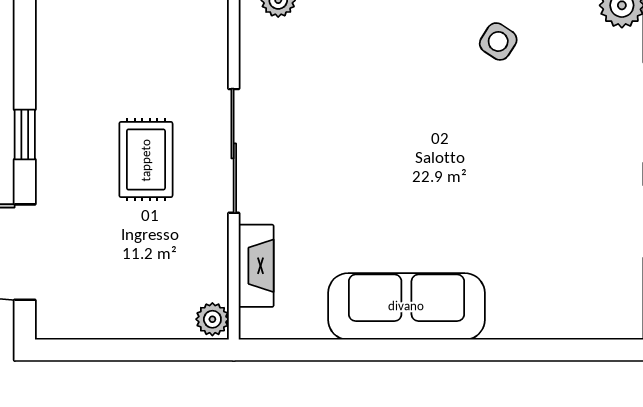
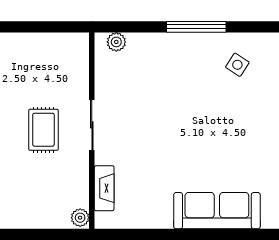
sliding door: (234, 151) -> (92, 125), width x0.73
sofa: (406, 306) -> (217, 211), moved

